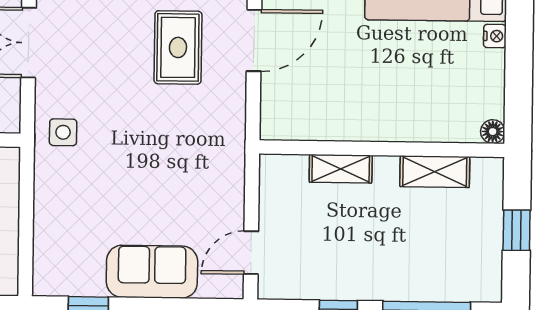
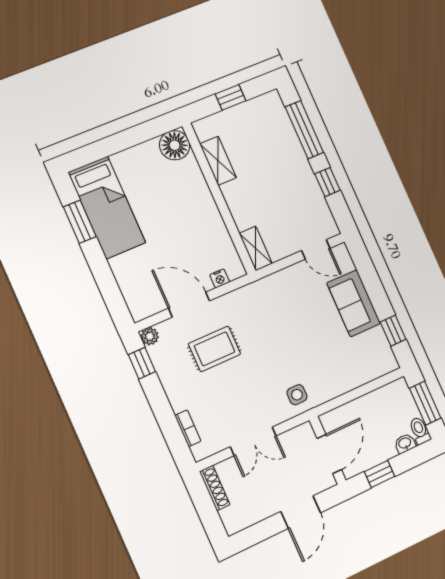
nightstand: (495, 36) -> (220, 278), moved, turned 180
floor lamp: (493, 132) -> (175, 145), width x1.89, depth x1.89
shelving: (341, 169) -> (256, 248), moved

